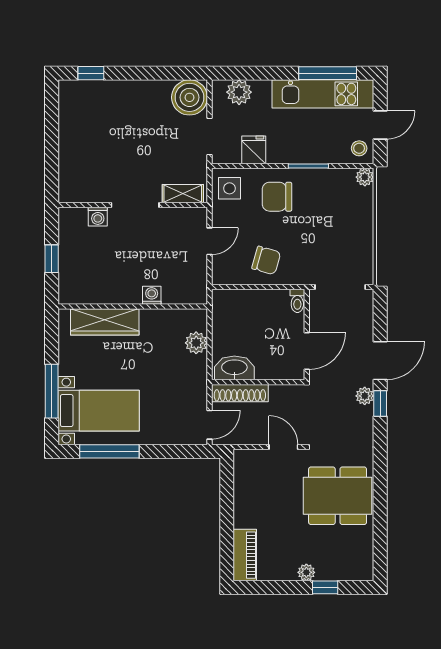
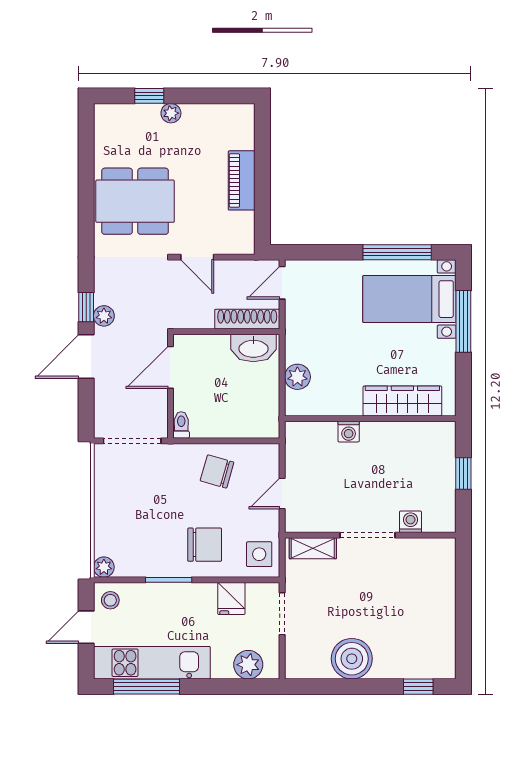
boiler: (189, 97) -> (352, 659), moved
piano: (245, 555) -> (242, 180), moved

